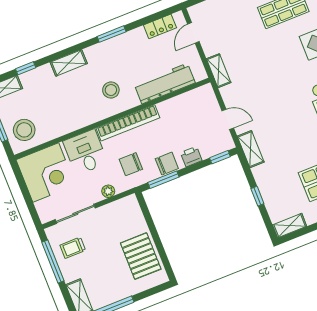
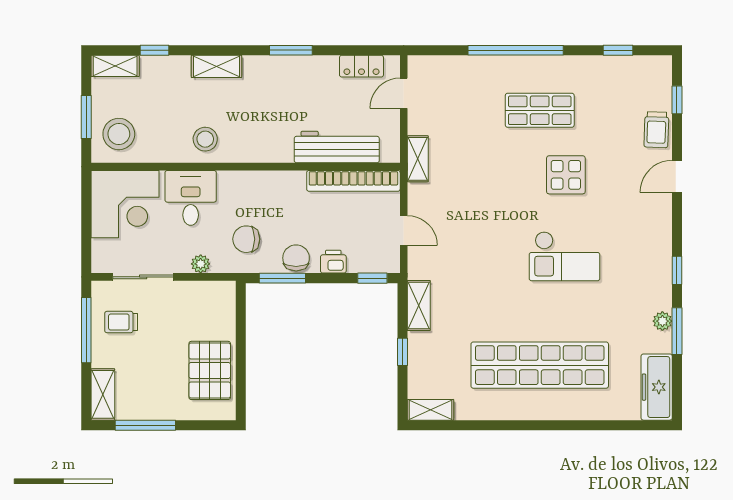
stool: (111, 90) -> (205, 139), moved
bookcase: (128, 123) -> (353, 181), moved
shelving: (251, 149) -> (419, 305), moved
chair: (167, 164) -> (296, 258), turned -90

